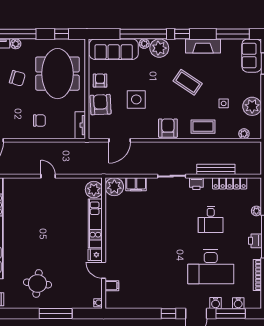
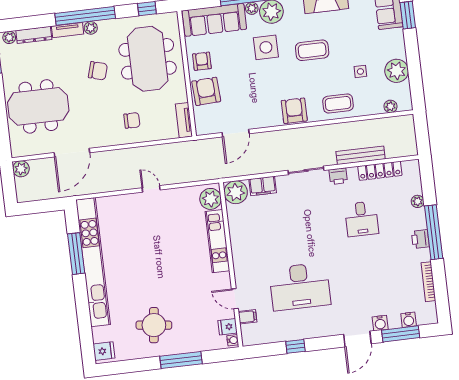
coffee table: (188, 82) -> (312, 50), turned -34
side table: (136, 99) -> (266, 47), moved
fridge: (95, 255) -> (228, 327), moved
desk: (211, 267) -> (300, 286), moved
window: (169, 313) -> (295, 346), moved

